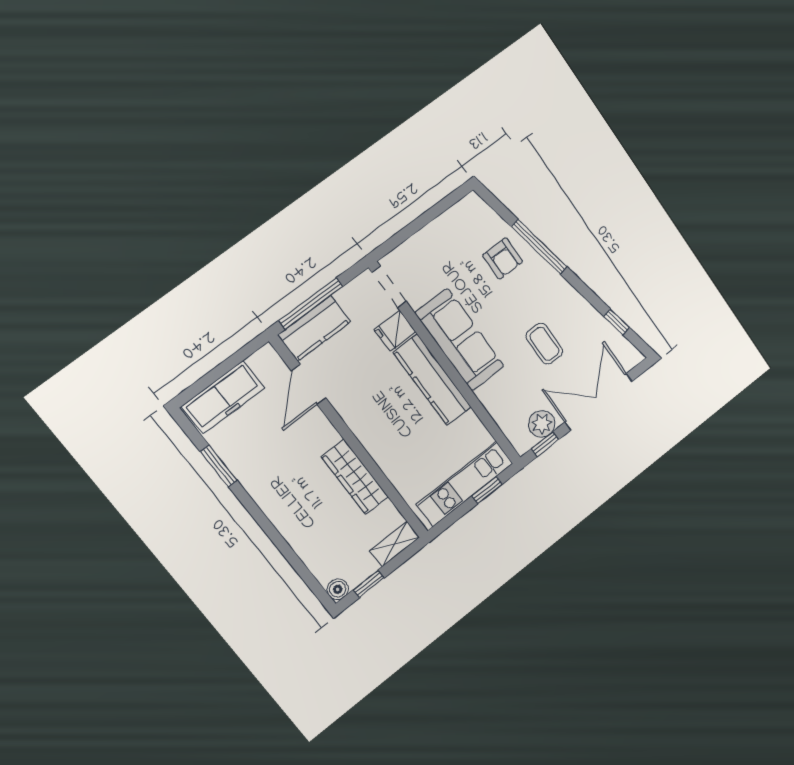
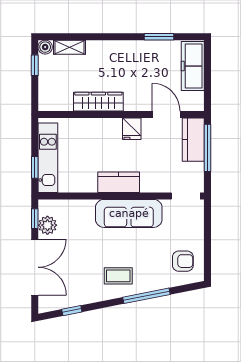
armchair: (503, 258) -> (183, 261), moved, turned 180
fridge: (395, 331) -> (132, 129), moved, turned 180
coffee table: (544, 344) -> (118, 276), moved
kitchen counter: (432, 380) -> (119, 182), width x0.67
shelving: (395, 544) -> (69, 47), moved, turned 90

